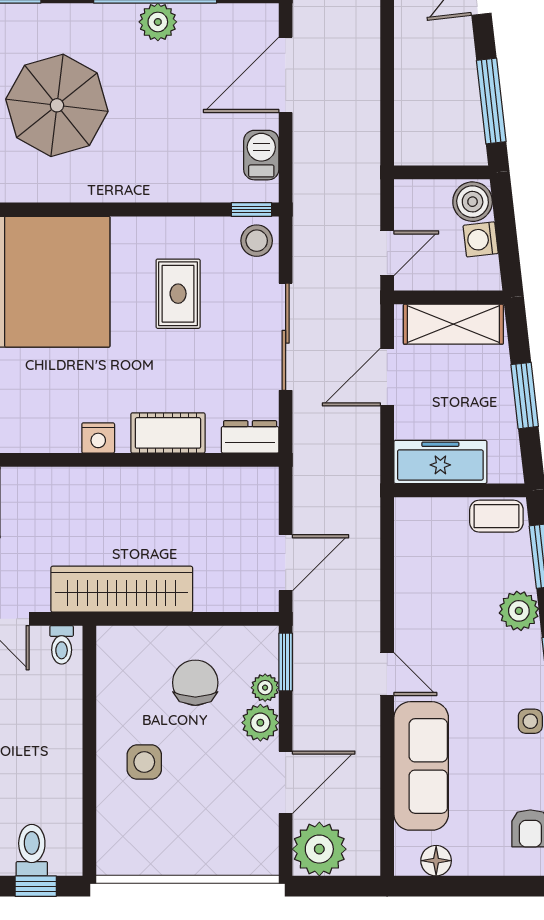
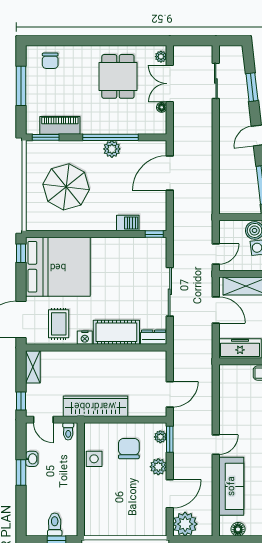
barbecue: (261, 155) -> (128, 223), moved, turned 90
stool: (257, 241) -> (157, 248), removed
rug: (178, 294) -> (59, 324), moved
door: (387, 377) -> (216, 310), swing flipped
cot: (168, 433) -> (116, 332), width x1.37, depth x1.34
door: (387, 674) -> (216, 445), hinge flipped
plant: (265, 688) -> (160, 437), moved
side table: (144, 762) -> (94, 459), moved

